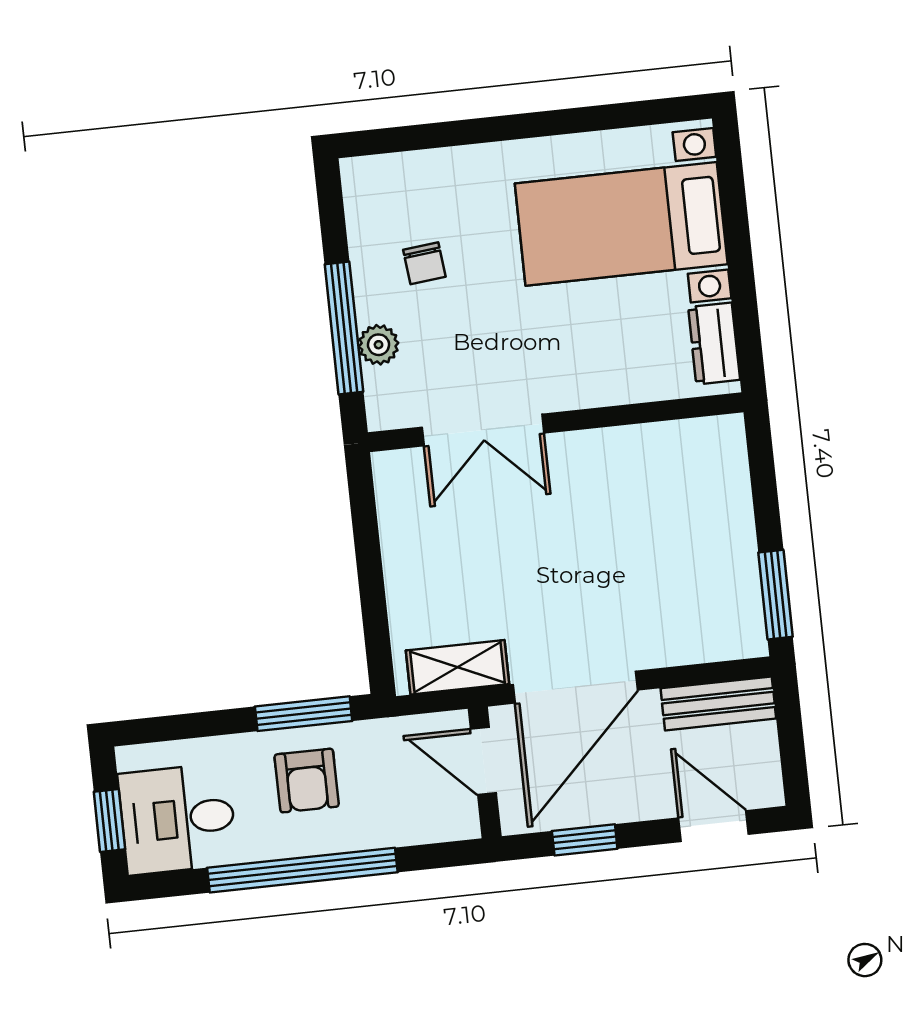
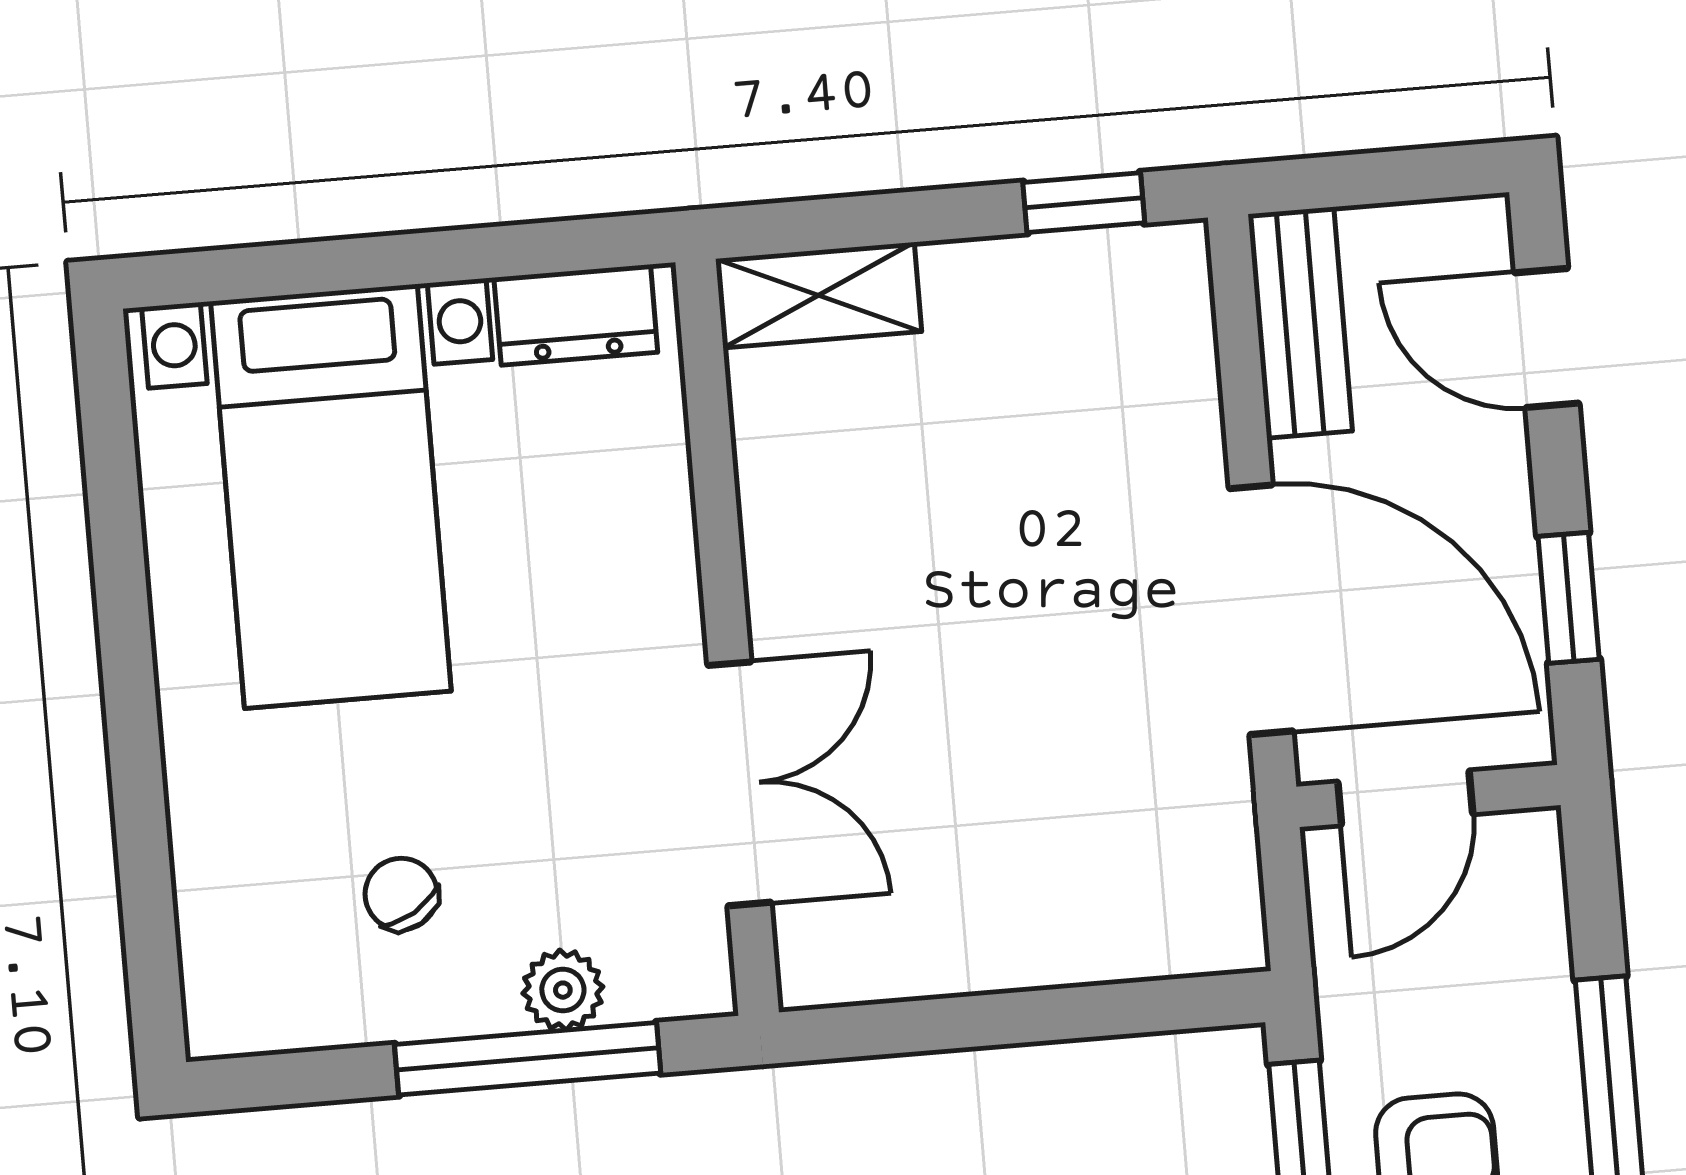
chair: (424, 263) -> (401, 894), turned -115
window: (776, 595) -> (1084, 203), width x0.67
shelving: (457, 667) -> (819, 295), moved, turned 90
door: (713, 826) -> (1547, 338), hinge flipped

